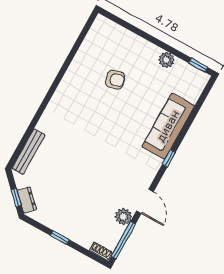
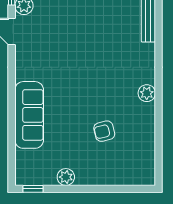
plant: (64, 91) -> (147, 93), added
window: (169, 158) -> (12, 85), removed

